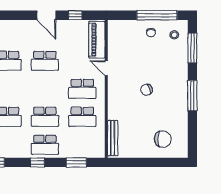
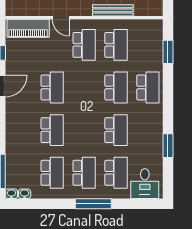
door: (106, 68) -> (61, 18), hinge flipped
bench: (113, 138) -> (113, 10), moved
window: (37, 162) -> (168, 96), removed

